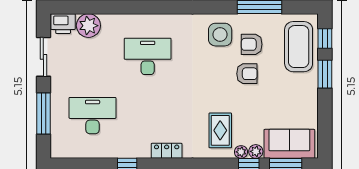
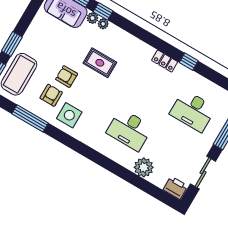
plant: (88, 26) -> (144, 167), moved
armchair: (252, 44) -> (51, 95), turned -90
rug: (220, 130) -> (100, 63), moved, turned 90
locker: (167, 151) -> (165, 61), moved

